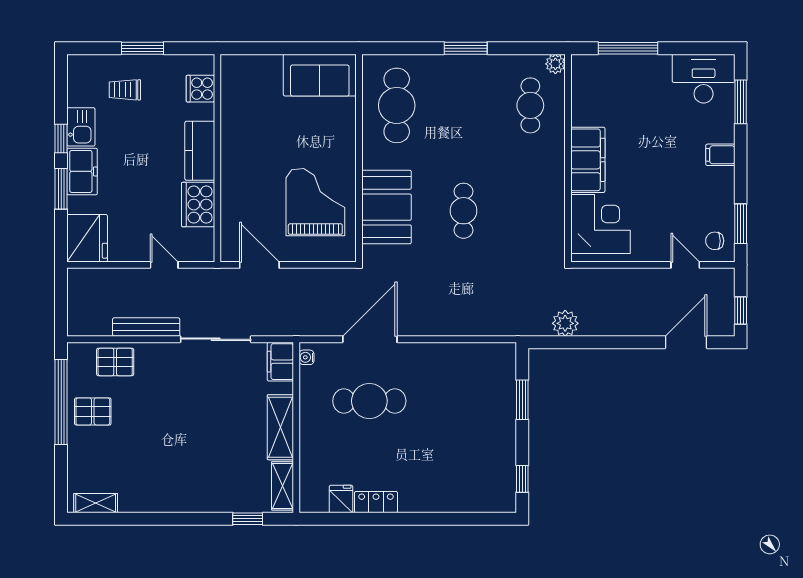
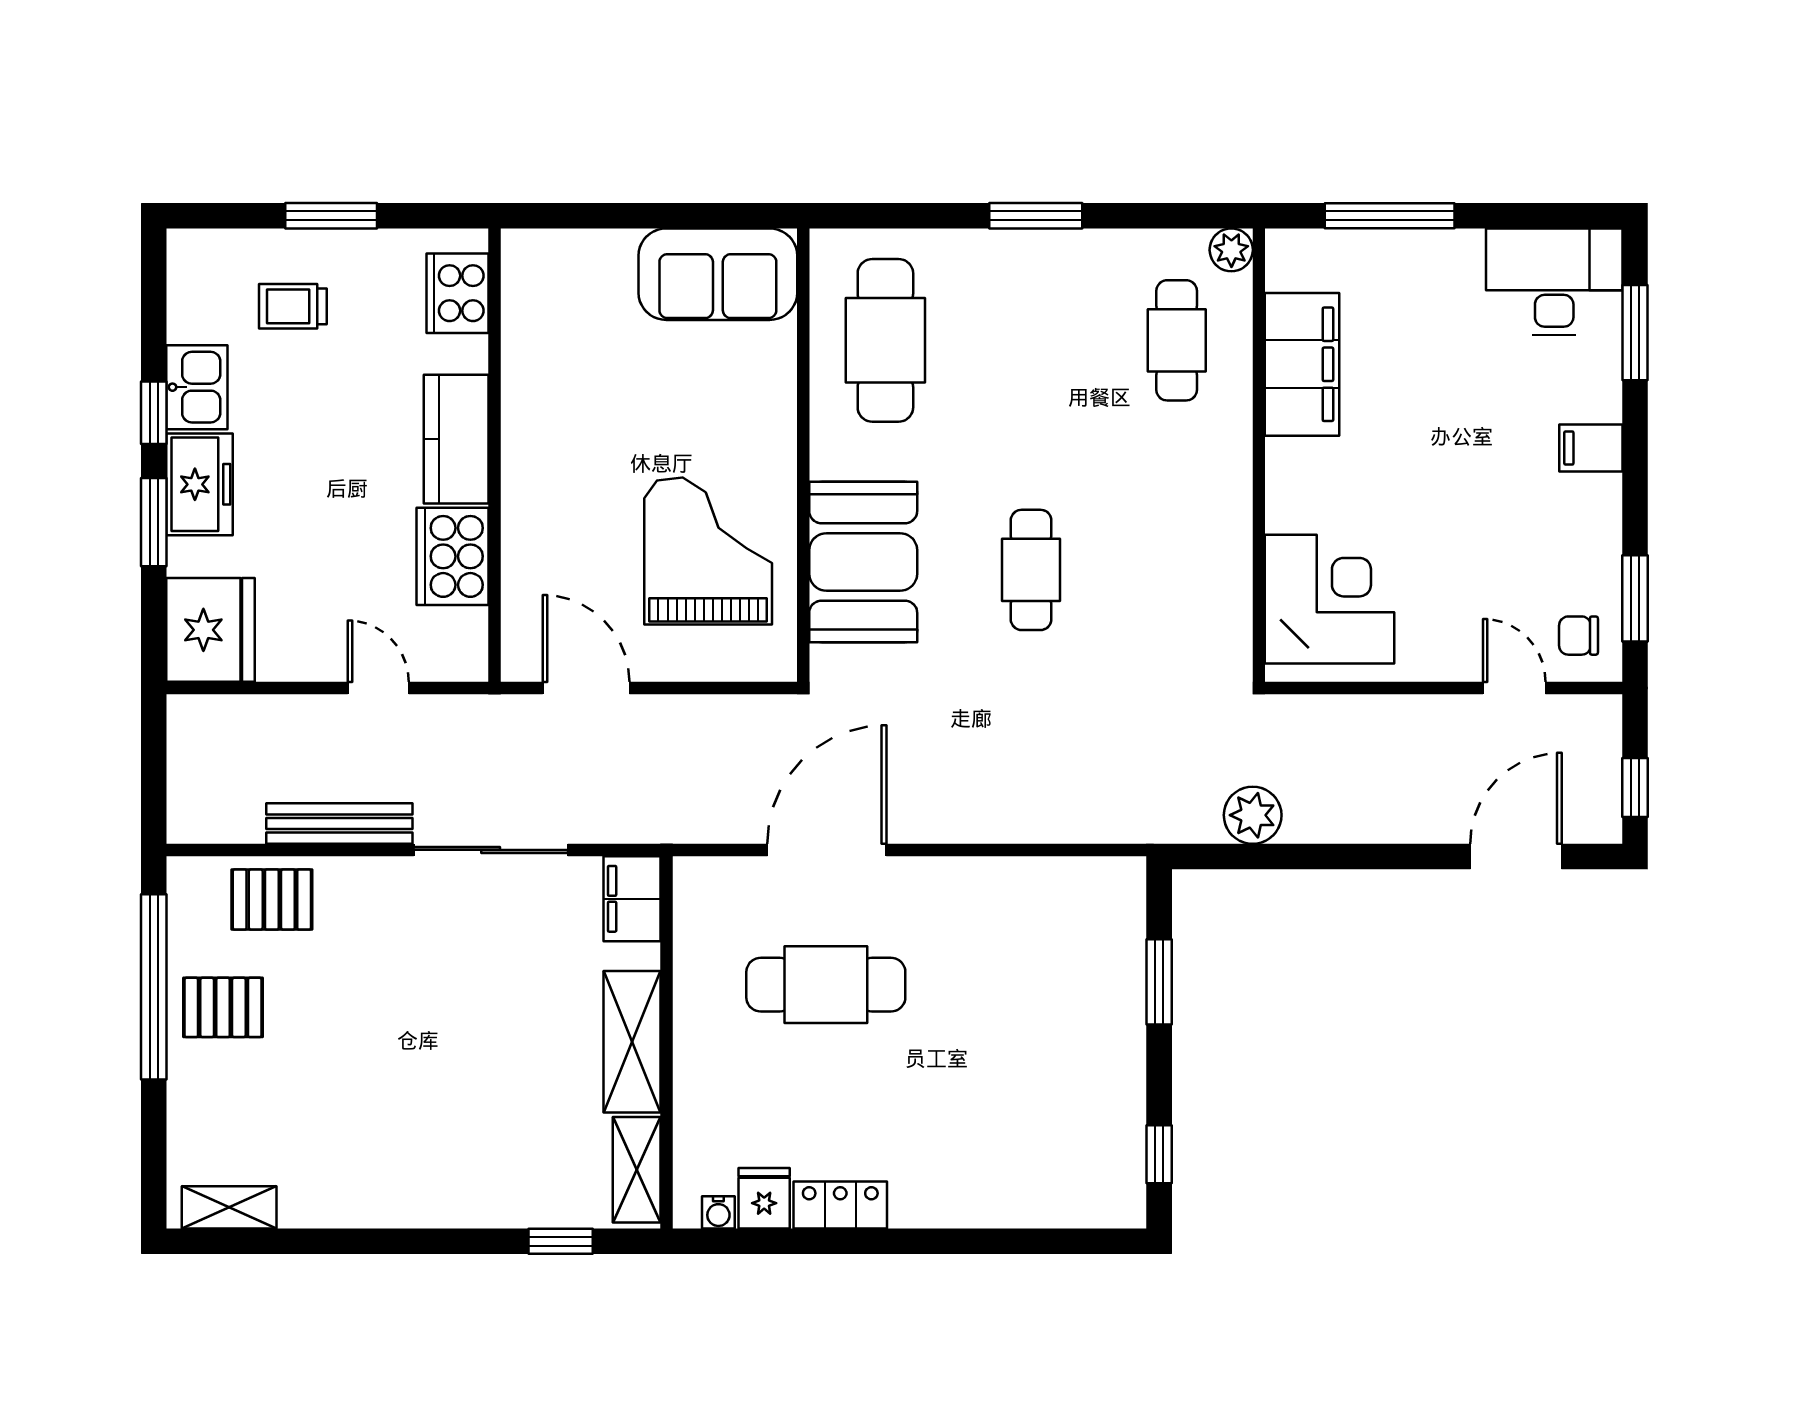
cooker: (200, 89) -> (458, 293), width x1.36
filing cabinet: (588, 160) -> (1302, 364), moved
water cooler: (307, 357) -> (718, 1212), moved, turned -90

